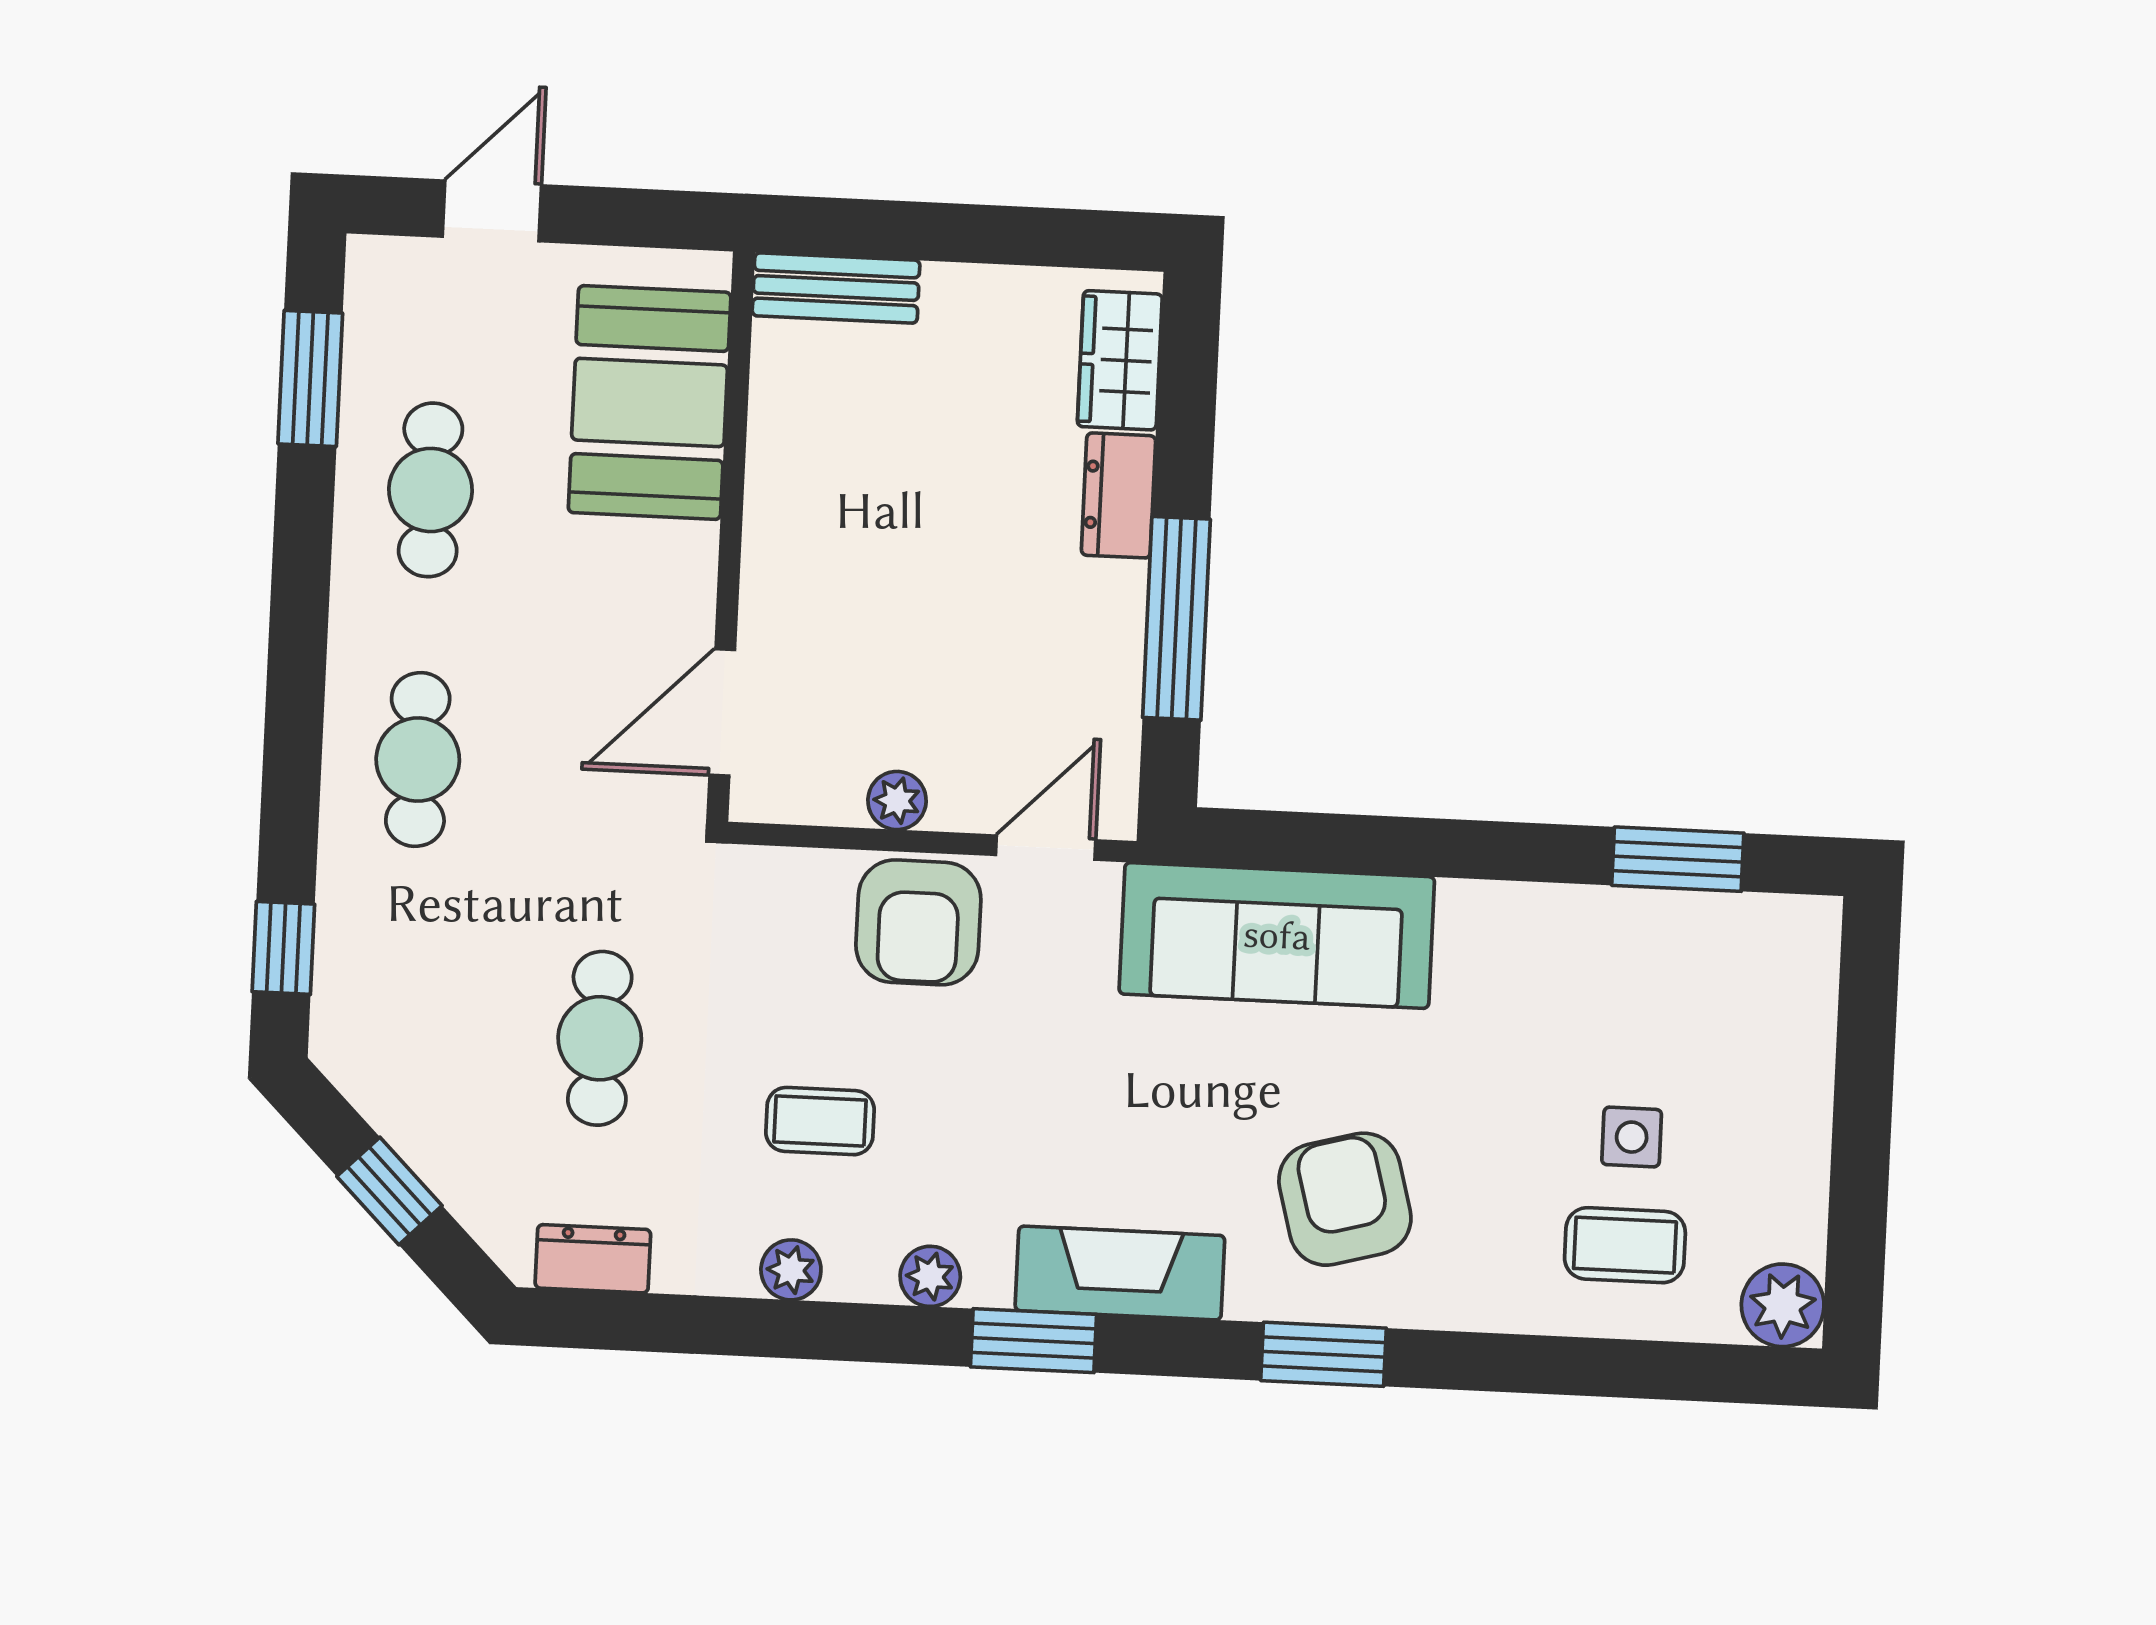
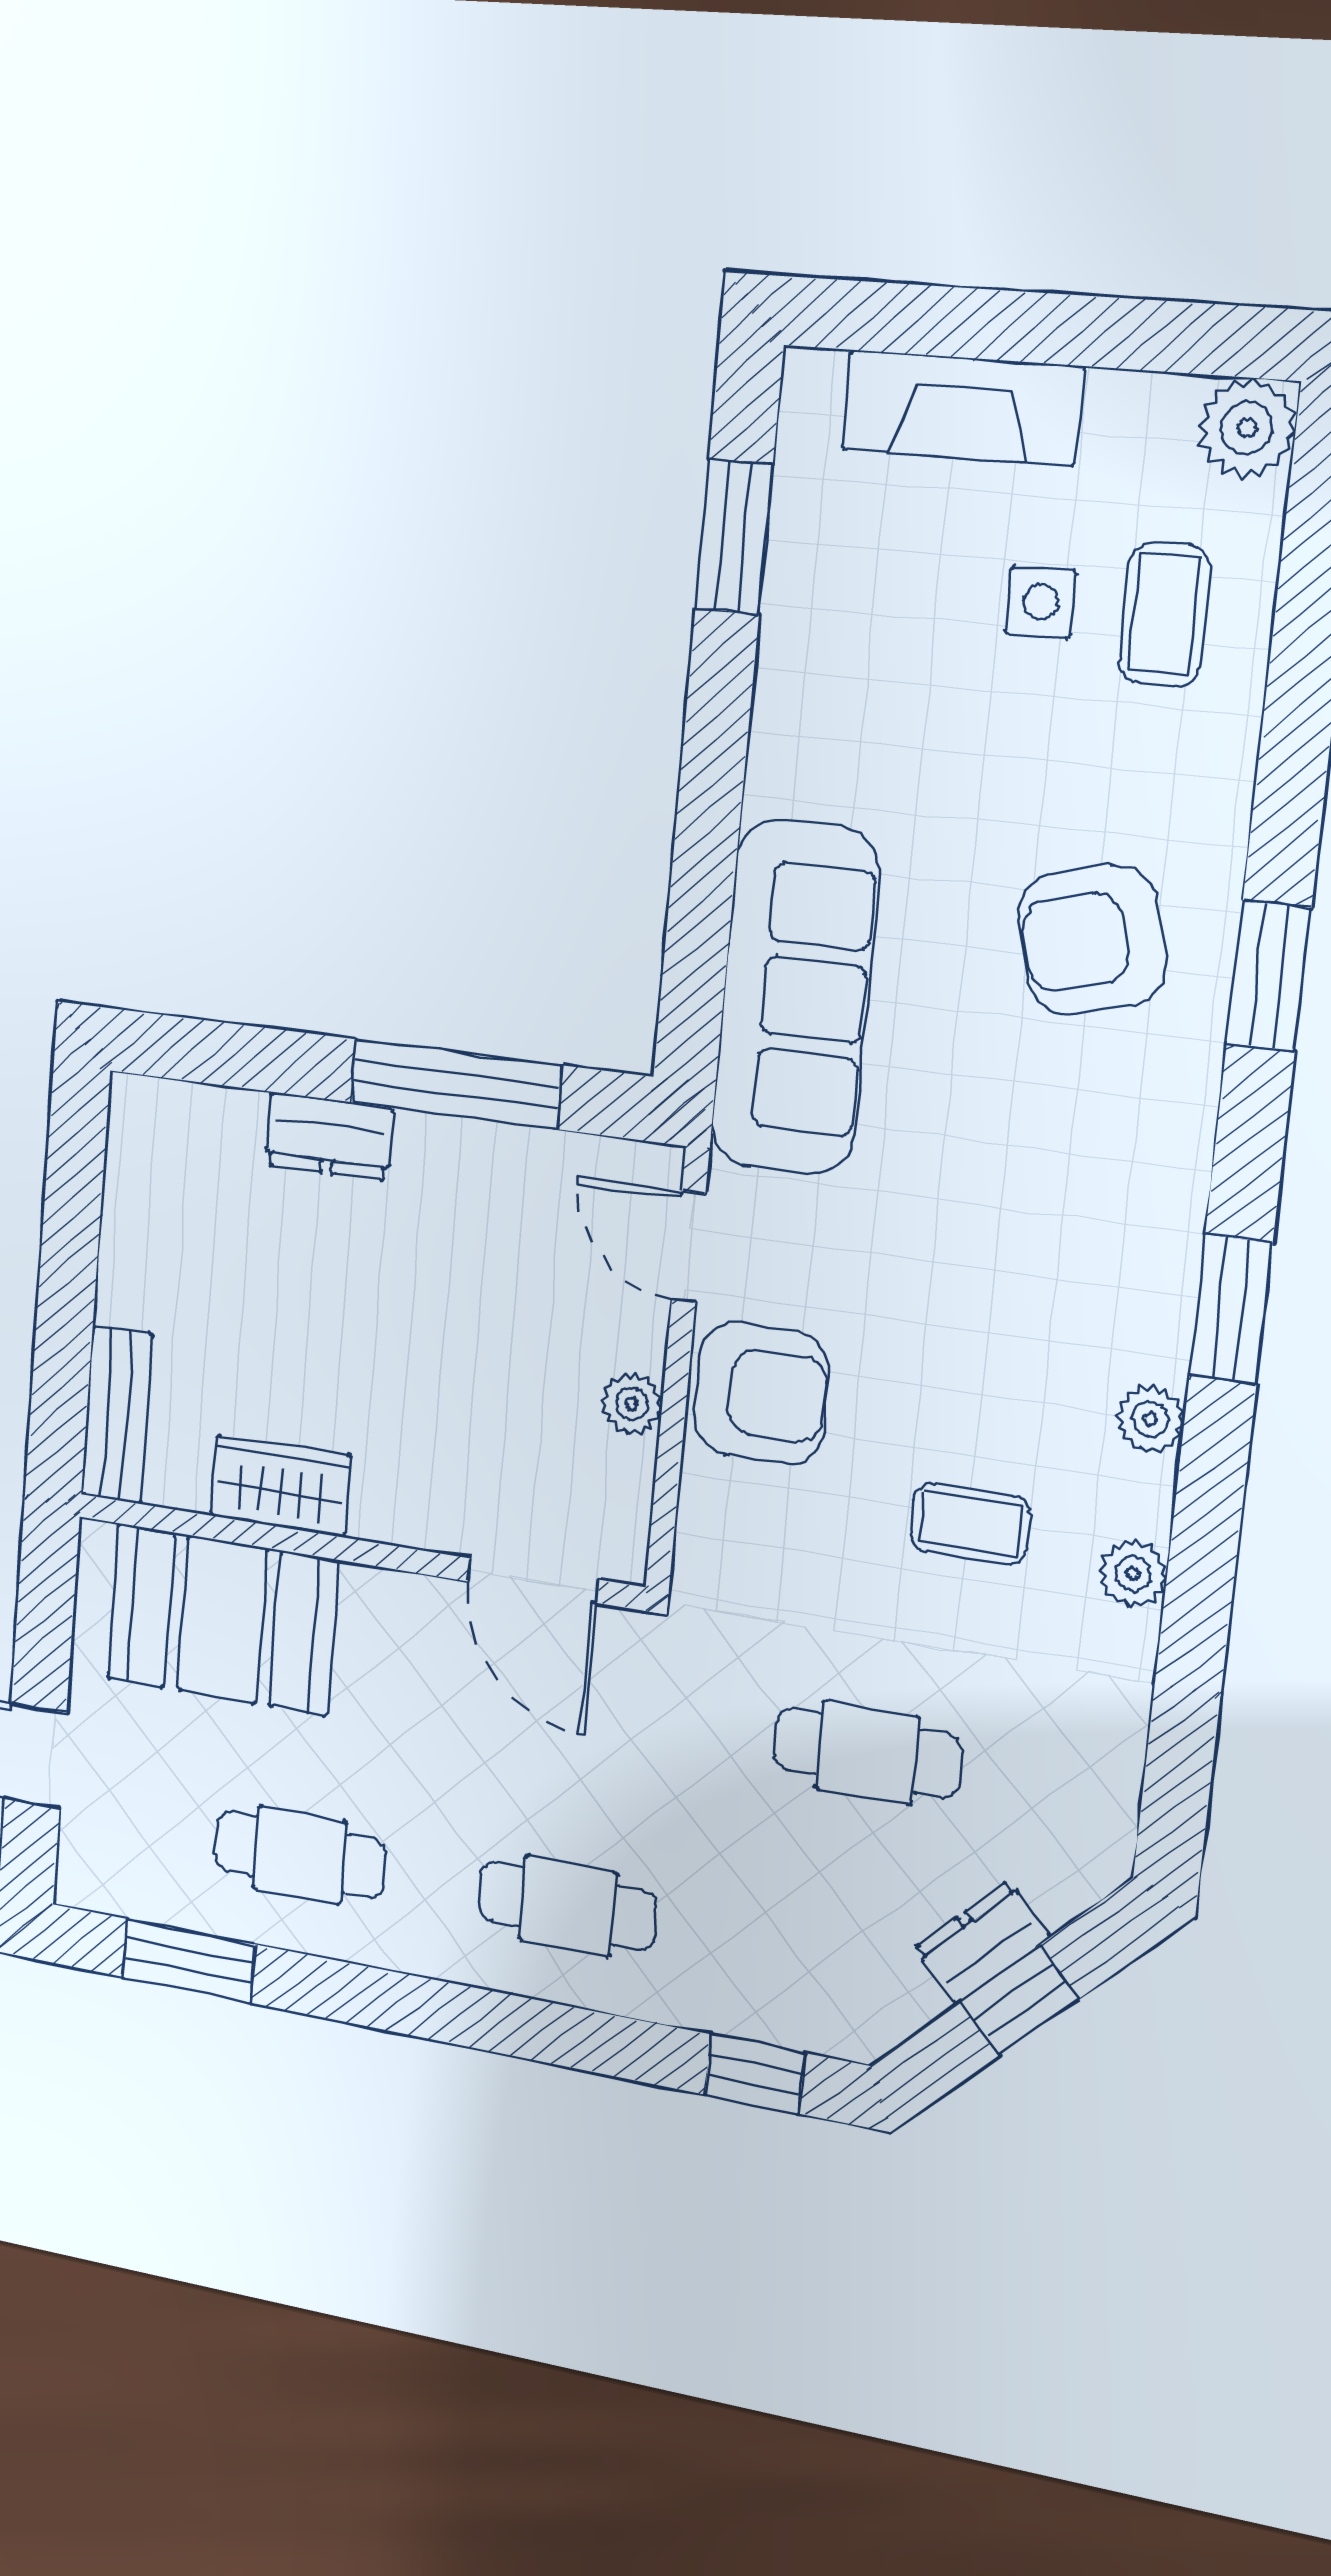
wardrobe: (1120, 360) -> (281, 1486), moved, turned 180
coffee table: (820, 1121) -> (970, 1524), turned 90
dresser: (593, 1259) -> (982, 1943), moved, turned 45
fireplace: (1120, 1273) -> (962, 408), moved, turned -90

